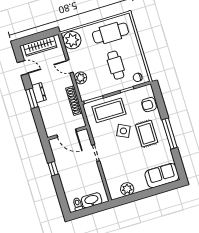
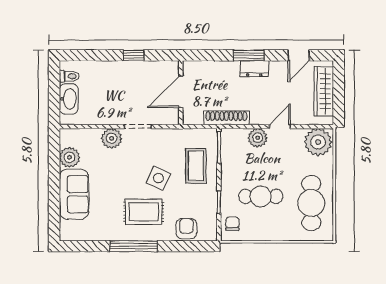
coffee table: (109, 110) -> (196, 166), width x0.73, depth x0.76
plant: (108, 167) -> (112, 138), added
sofa: (162, 176) -> (74, 194), moved

